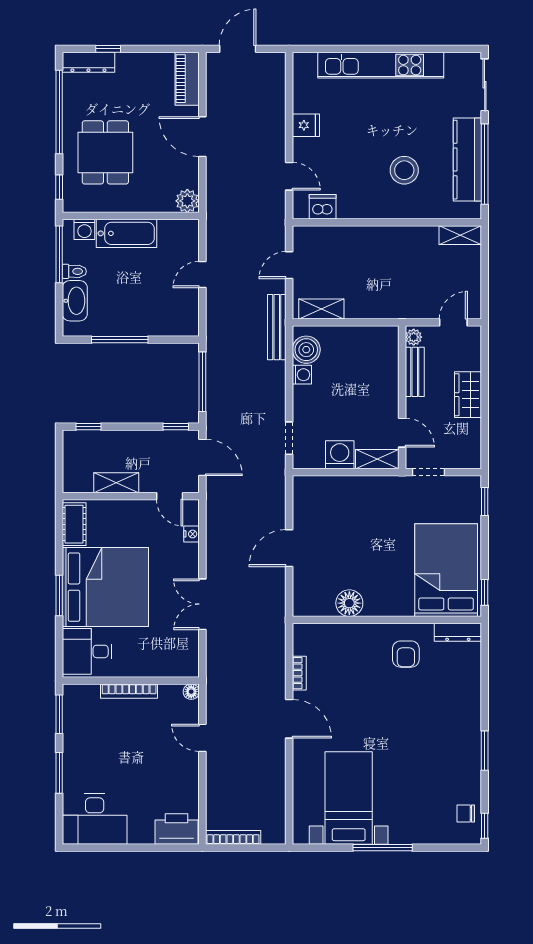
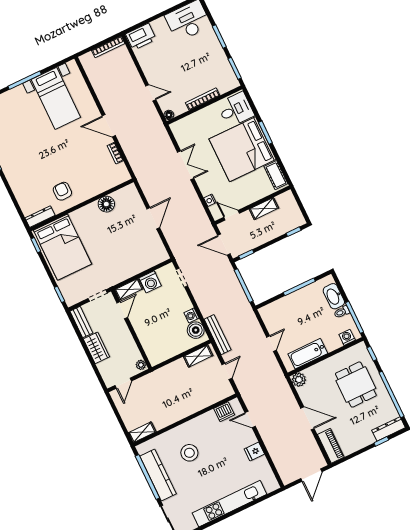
bathtub: (127, 233) -> (308, 354), moved
bench: (415, 372) -> (81, 322), moved
door: (402, 433) -> (122, 310), swing flipped

